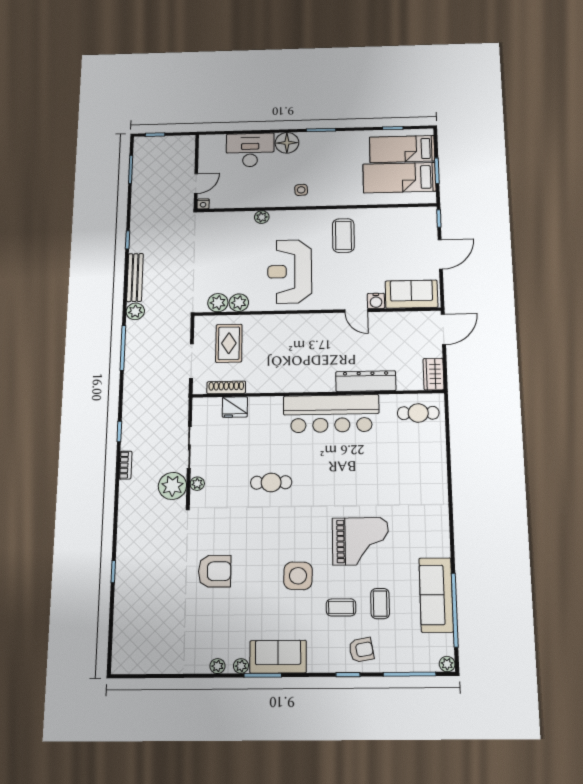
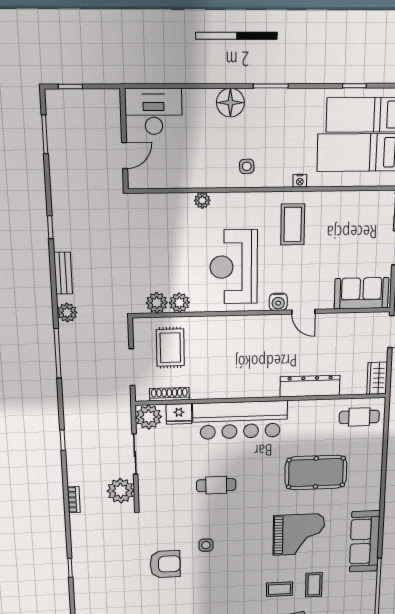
desk: (250, 150) -> (154, 112), moved
nightstand: (203, 204) -> (300, 181), moved
bench: (135, 277) -> (63, 273), width x0.73
water cooler: (376, 301) -> (278, 302), moved
bar counter: (331, 414) -> (240, 420), moved
bookcase: (125, 465) -> (74, 500), moved
pool table: (376, 471) -> (316, 473), added
plant: (197, 484) -> (149, 417), moved, width x1.87, depth x1.87
side table: (298, 576) -> (206, 545), moved, width x0.54, depth x0.54
sofa: (436, 595) -> (365, 541), moved

